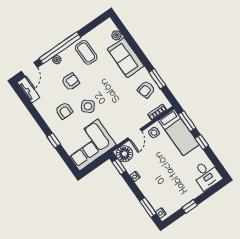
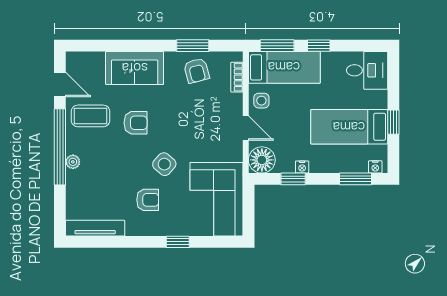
plant: (116, 35) -> (96, 59), removed
door: (29, 69) -> (60, 84), moved
armchair: (71, 82) -> (136, 123), moved, turned 90
tv unit: (28, 90) -> (95, 228), width x1.41
window: (119, 166) -> (293, 179), moved
bed: (172, 186) -> (349, 127), added

